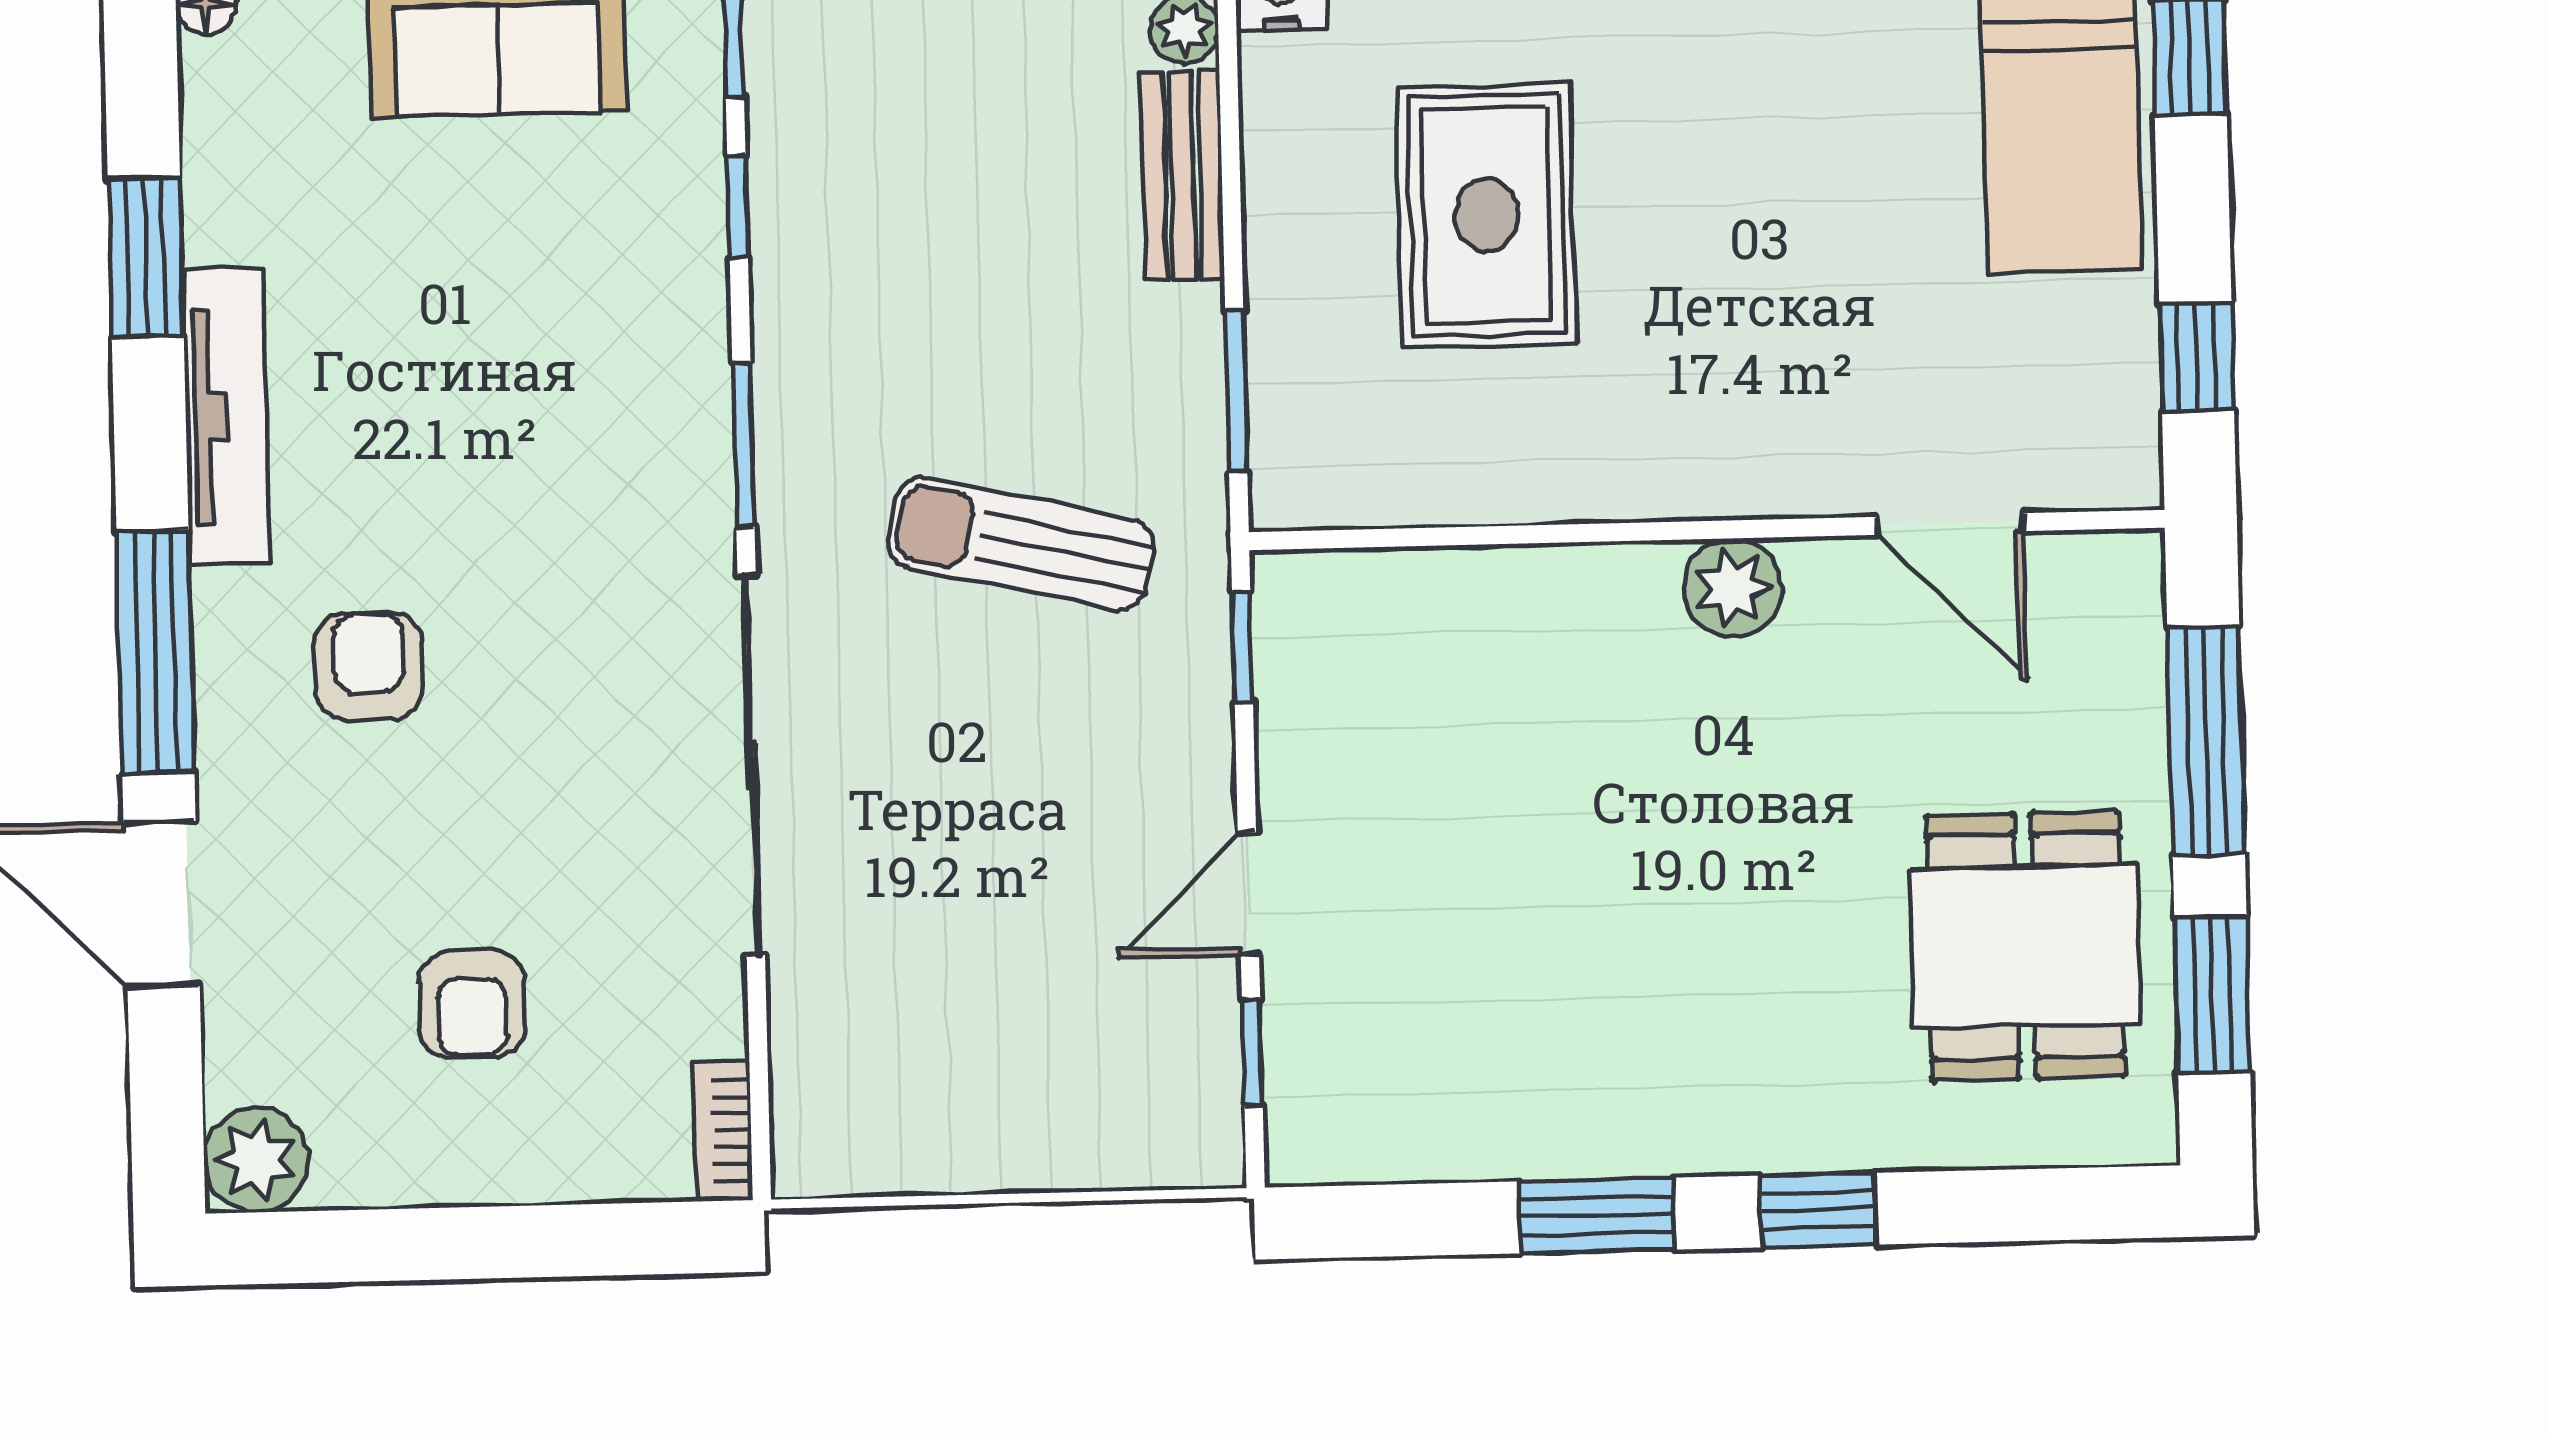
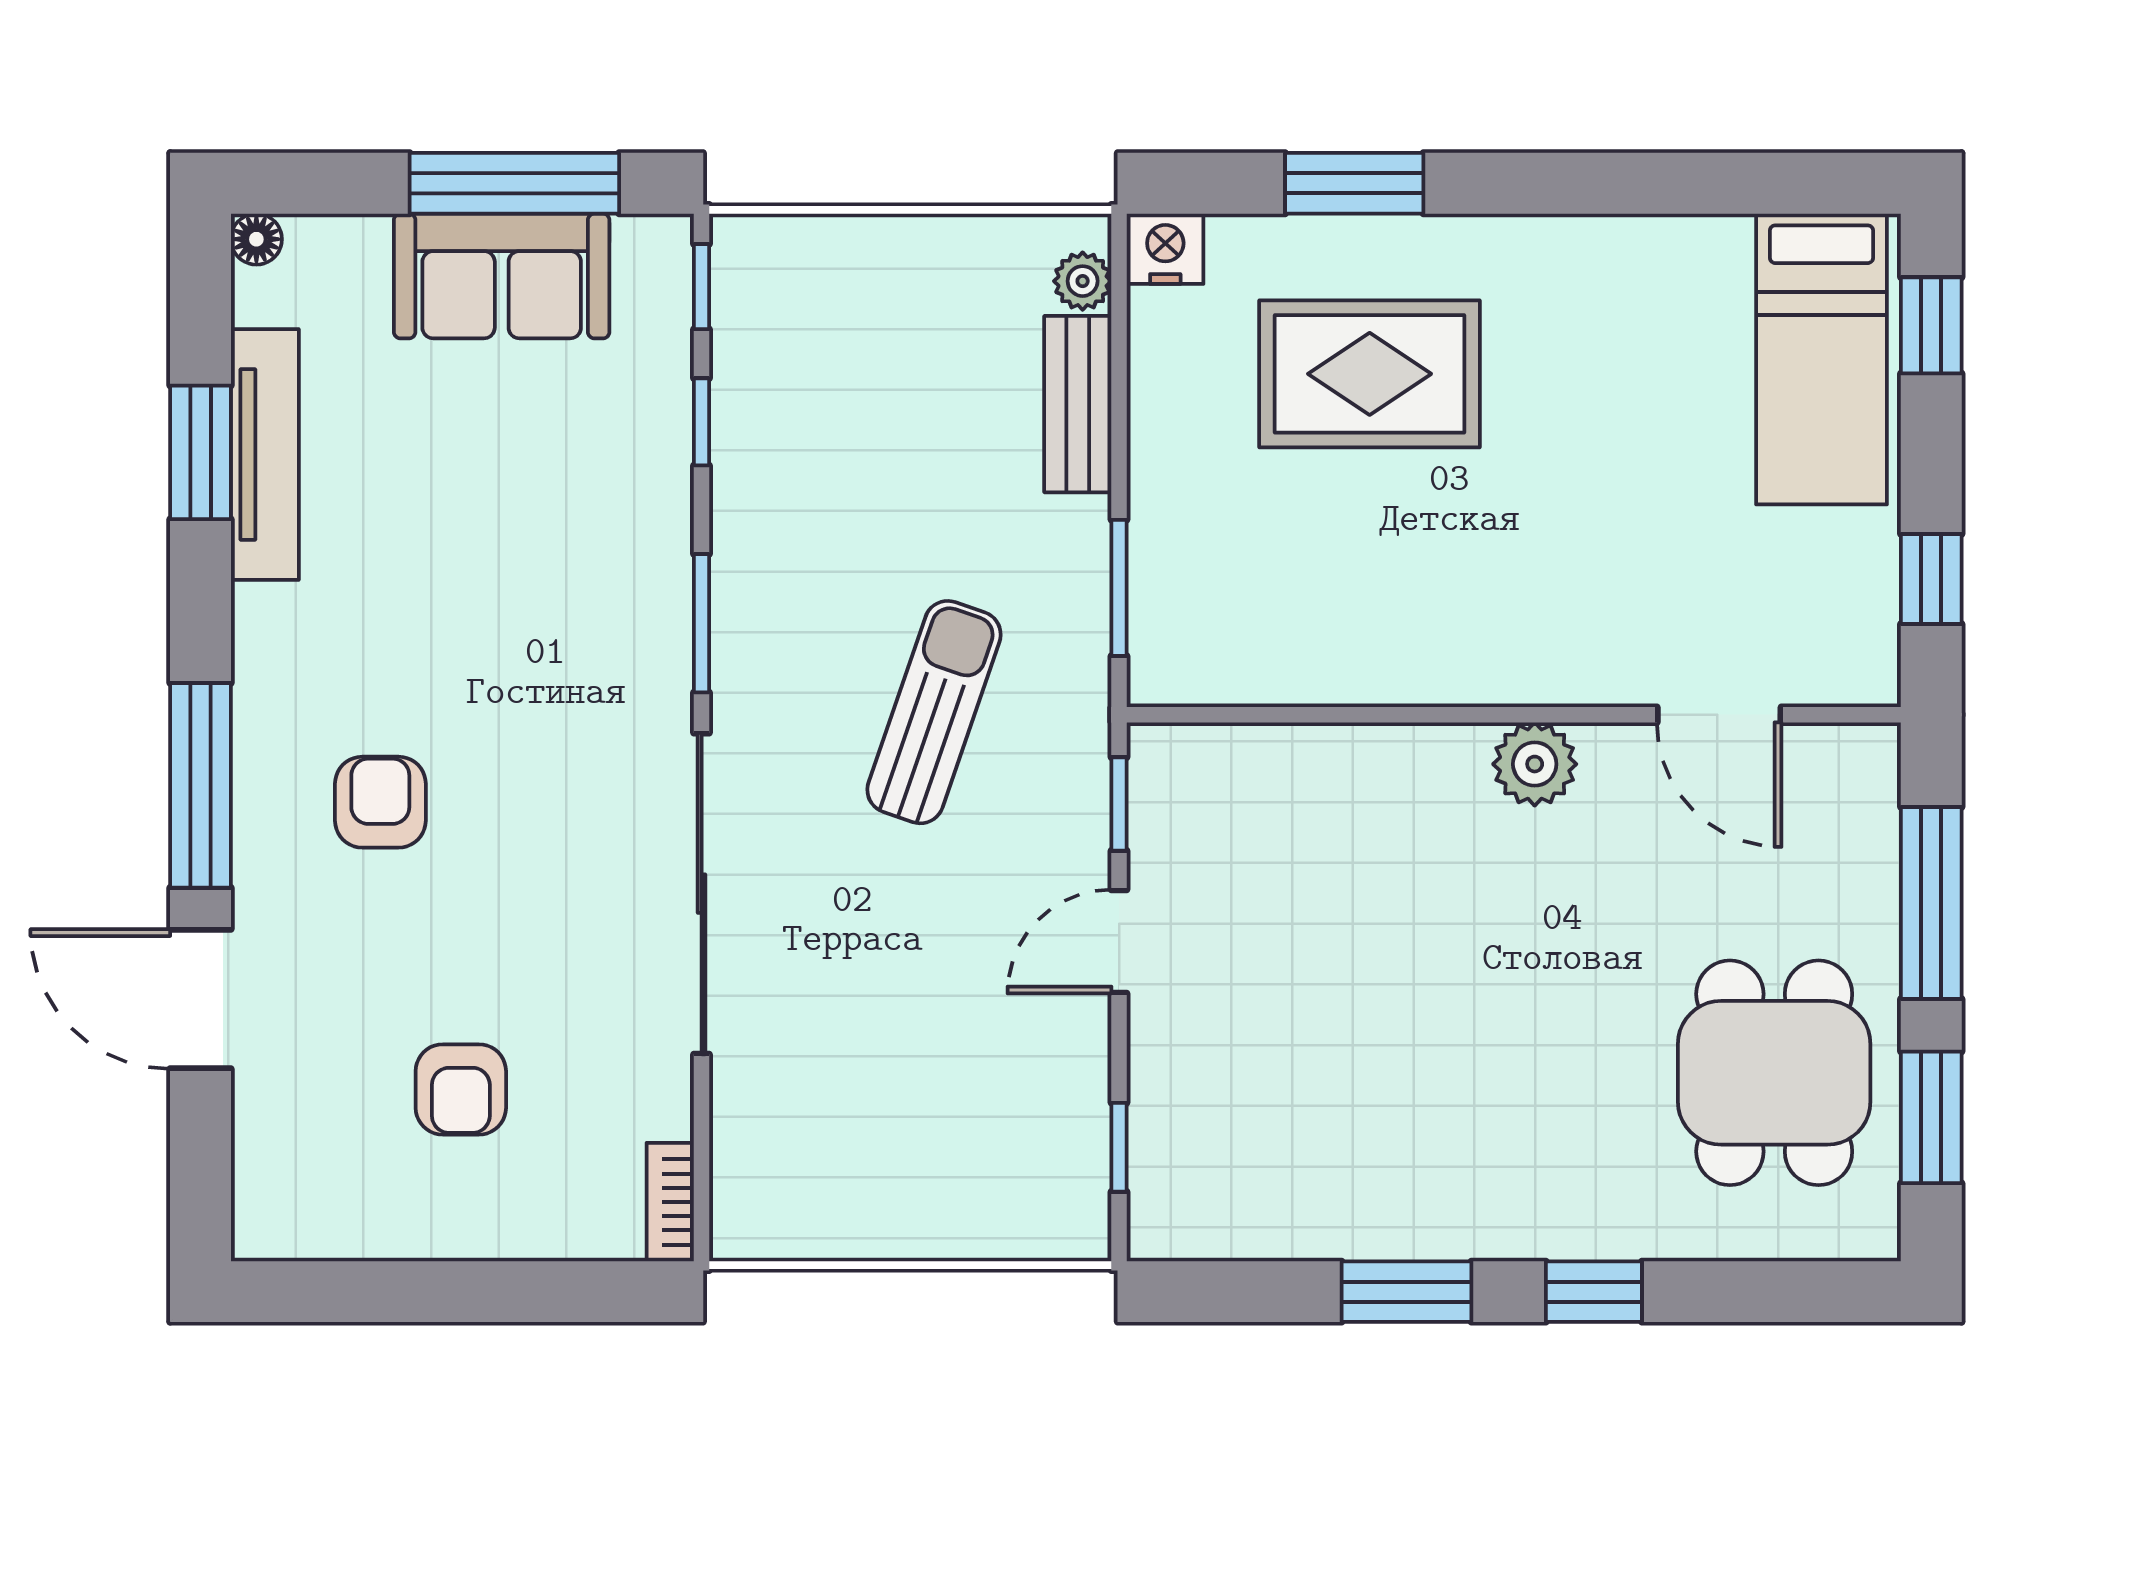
rug: (1486, 215) -> (1370, 374), moved, turned 90
tv unit: (226, 416) -> (265, 454), moved
sun lounger: (1021, 544) -> (934, 712), turned 96
door: (1248, 894) -> (1119, 941), moved
plant: (256, 1160) -> (275, 1217), removed

